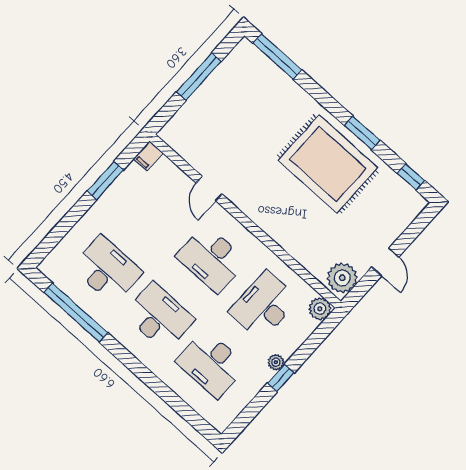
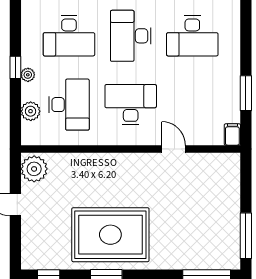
window: (199, 77) -> (246, 236), moved
plant: (320, 309) -> (31, 111), moved
desk: (159, 317) -> (131, 36), turned 90
desk: (211, 364) -> (69, 36), turned 180

